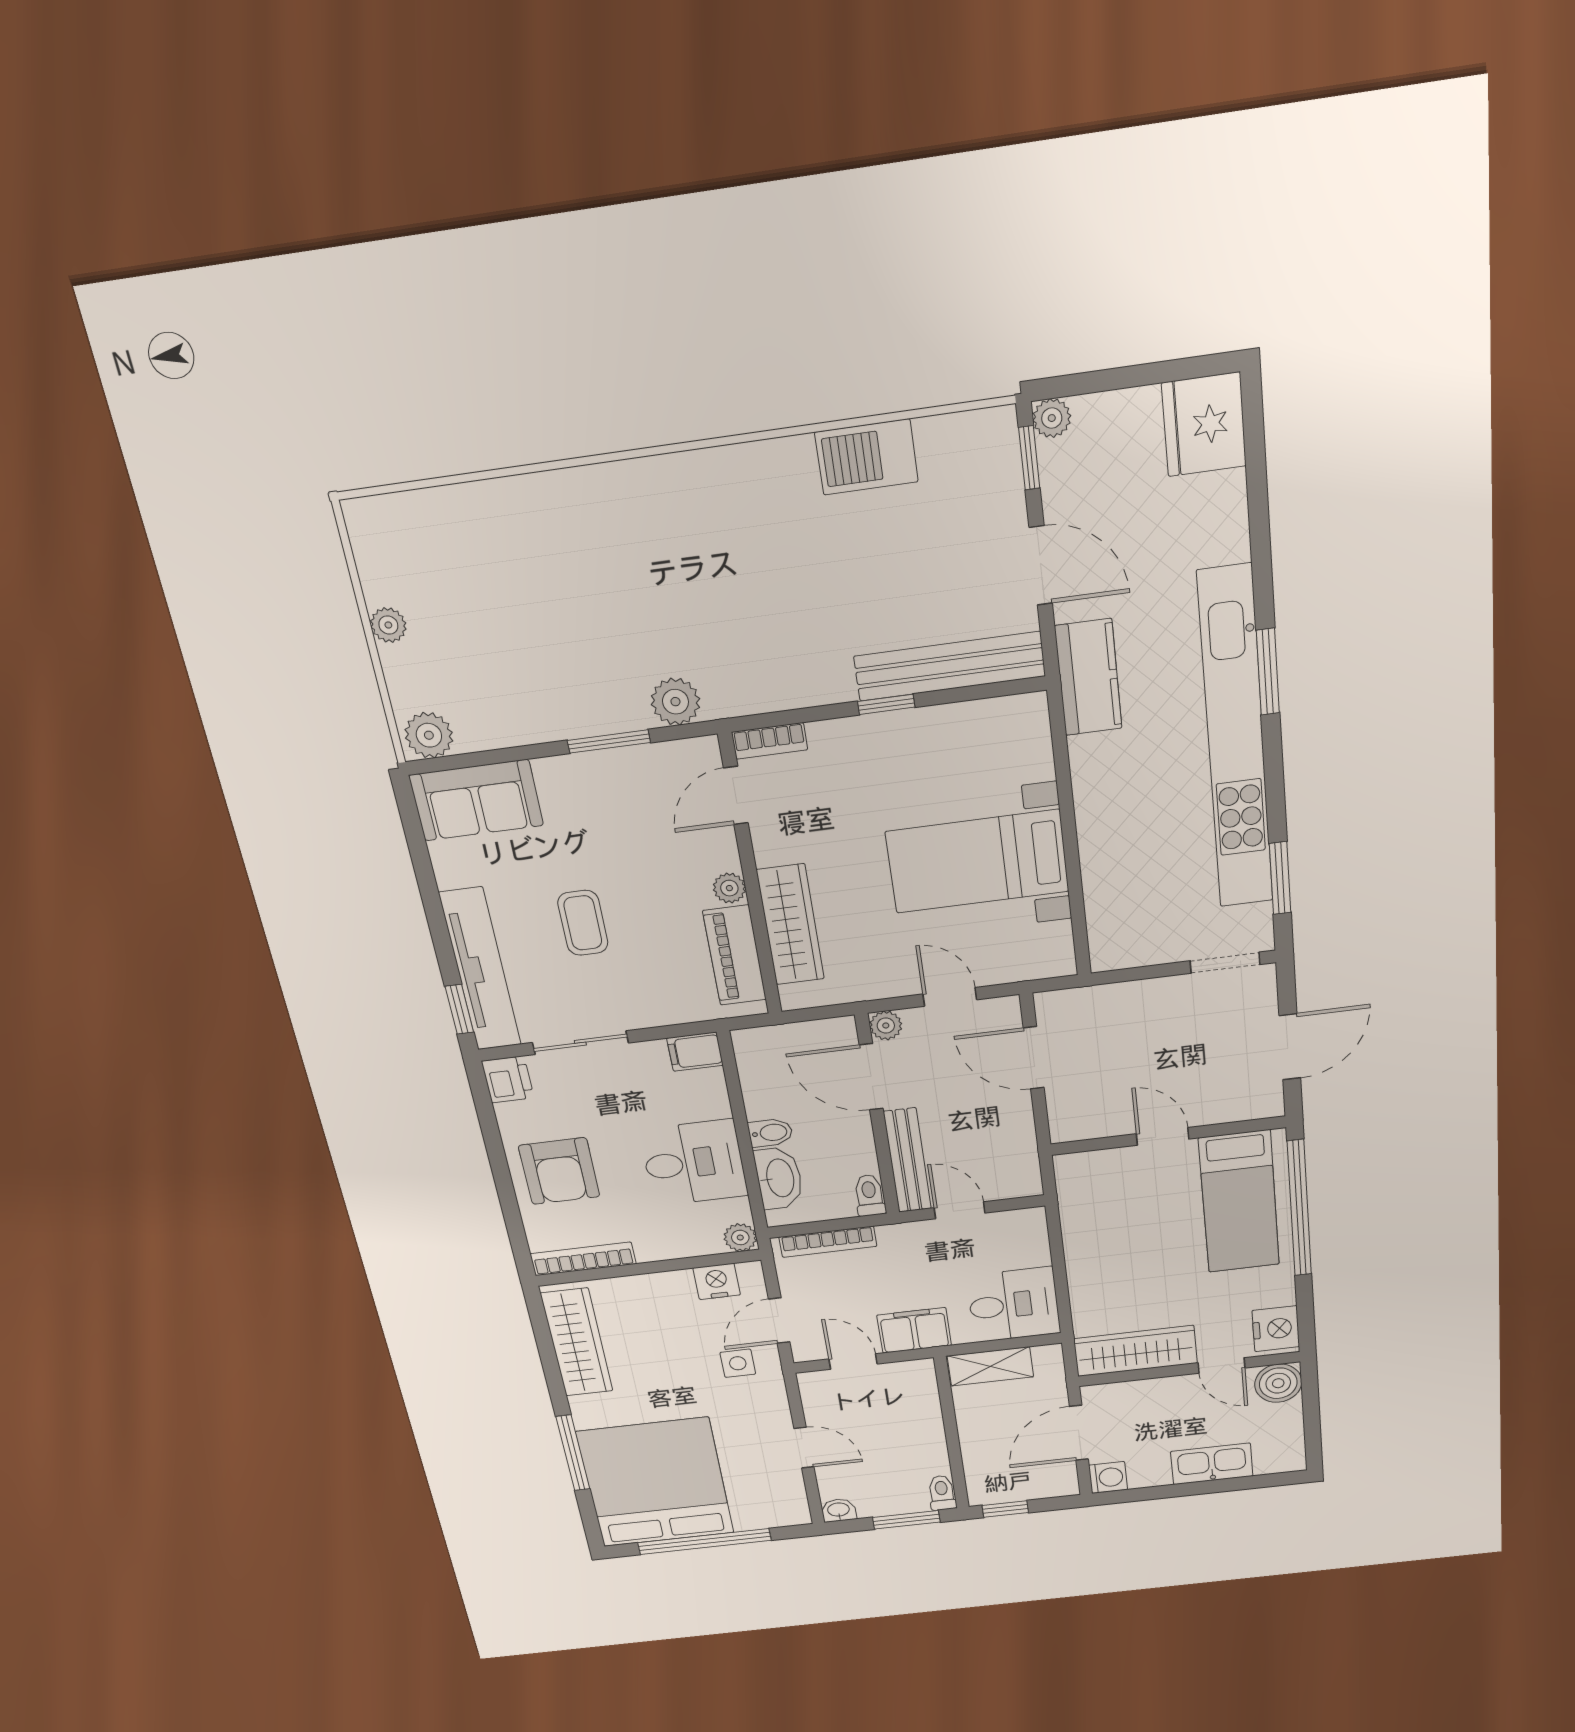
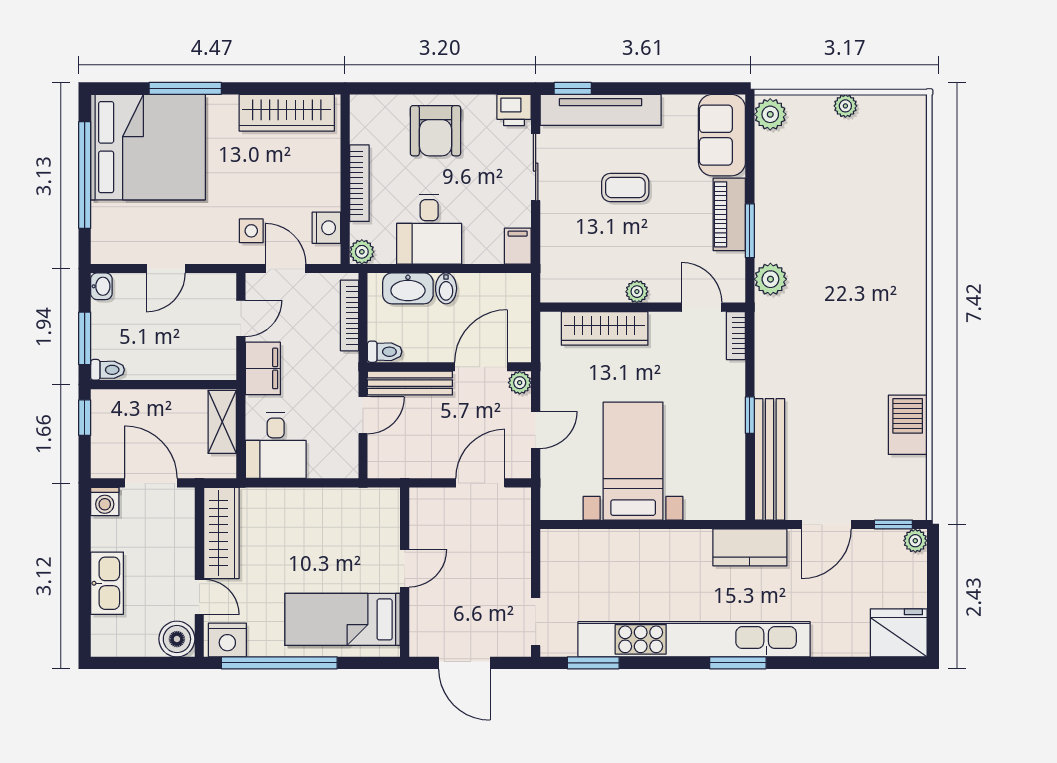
piano: (735, 955) -> (729, 214), moved, turned -90
armchair: (559, 1171) -> (435, 131), turned -90
window: (1299, 1208) -> (279, 663), moved
bookcase: (583, 1259) -> (359, 183), moved
door: (1222, 1365) -> (199, 597), swing flipped

